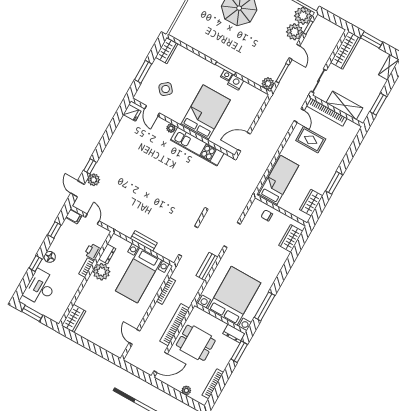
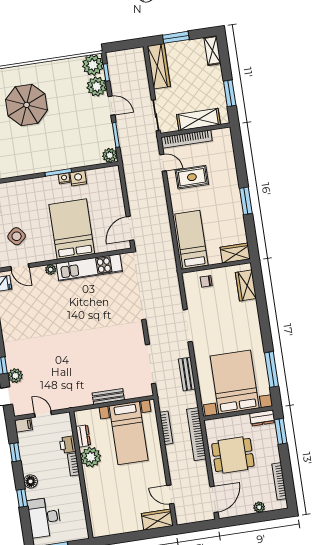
wardrobe: (311, 203) -> (235, 253), moved, turned 90
wardrobe: (74, 318) -> (157, 520), moved, turned -90
bookcase: (175, 325) -> (196, 434), moved

